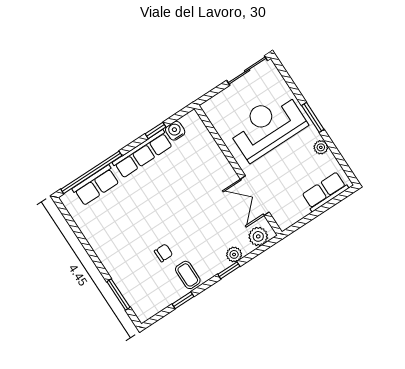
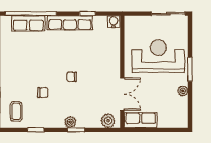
water cooler: (175, 131) -> (114, 22), moved
row of seats: (325, 192) -> (141, 120), moved
double door: (255, 196) -> (122, 94), swing flipped
chair: (185, 214) -> (72, 77), added
plant: (234, 254) -> (70, 122), moved
coffee table: (188, 275) -> (16, 111), moved

